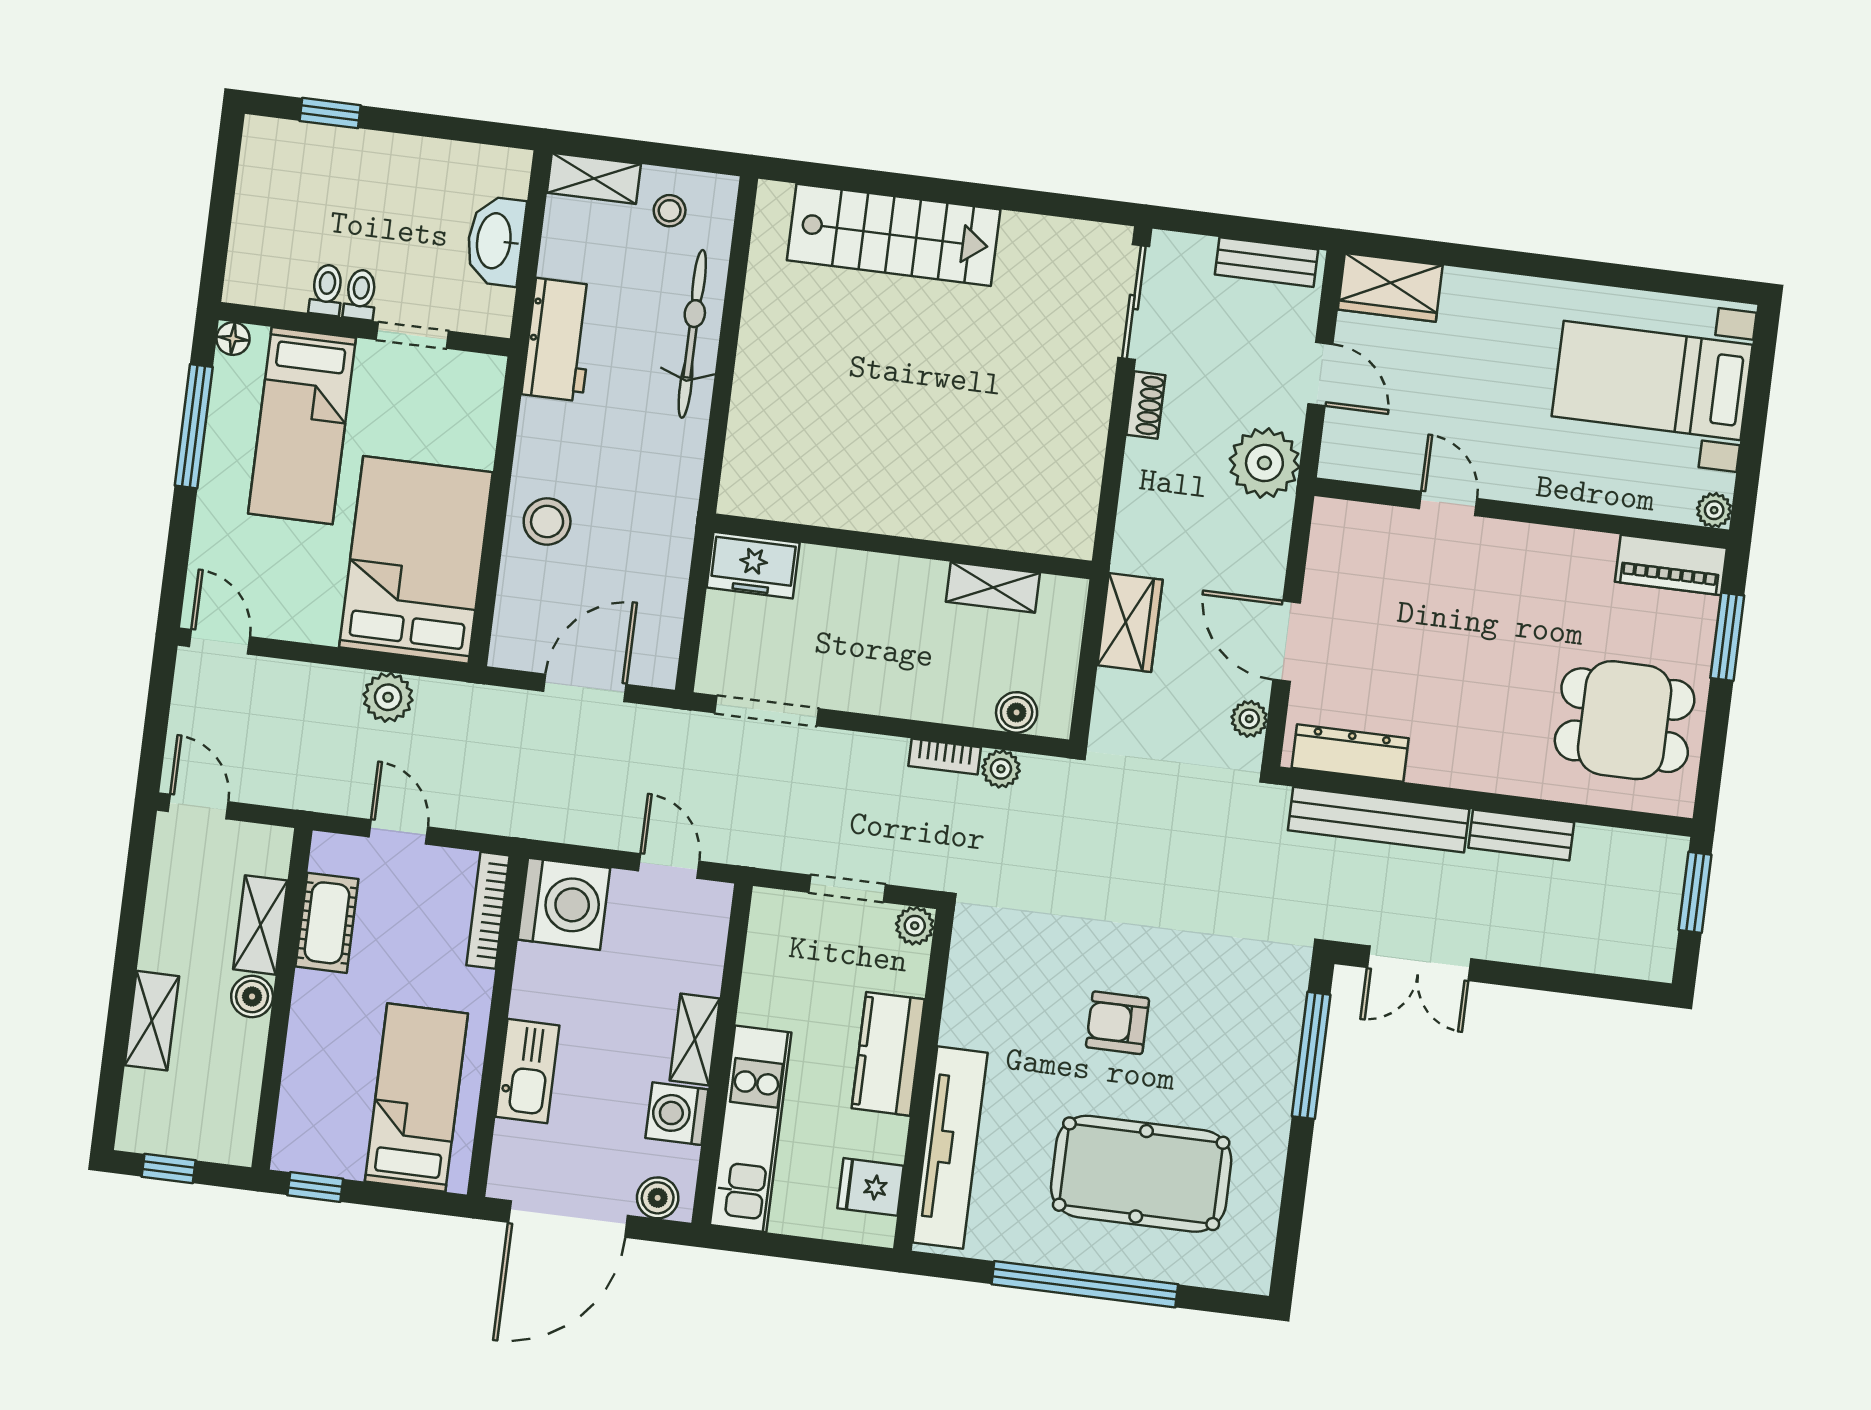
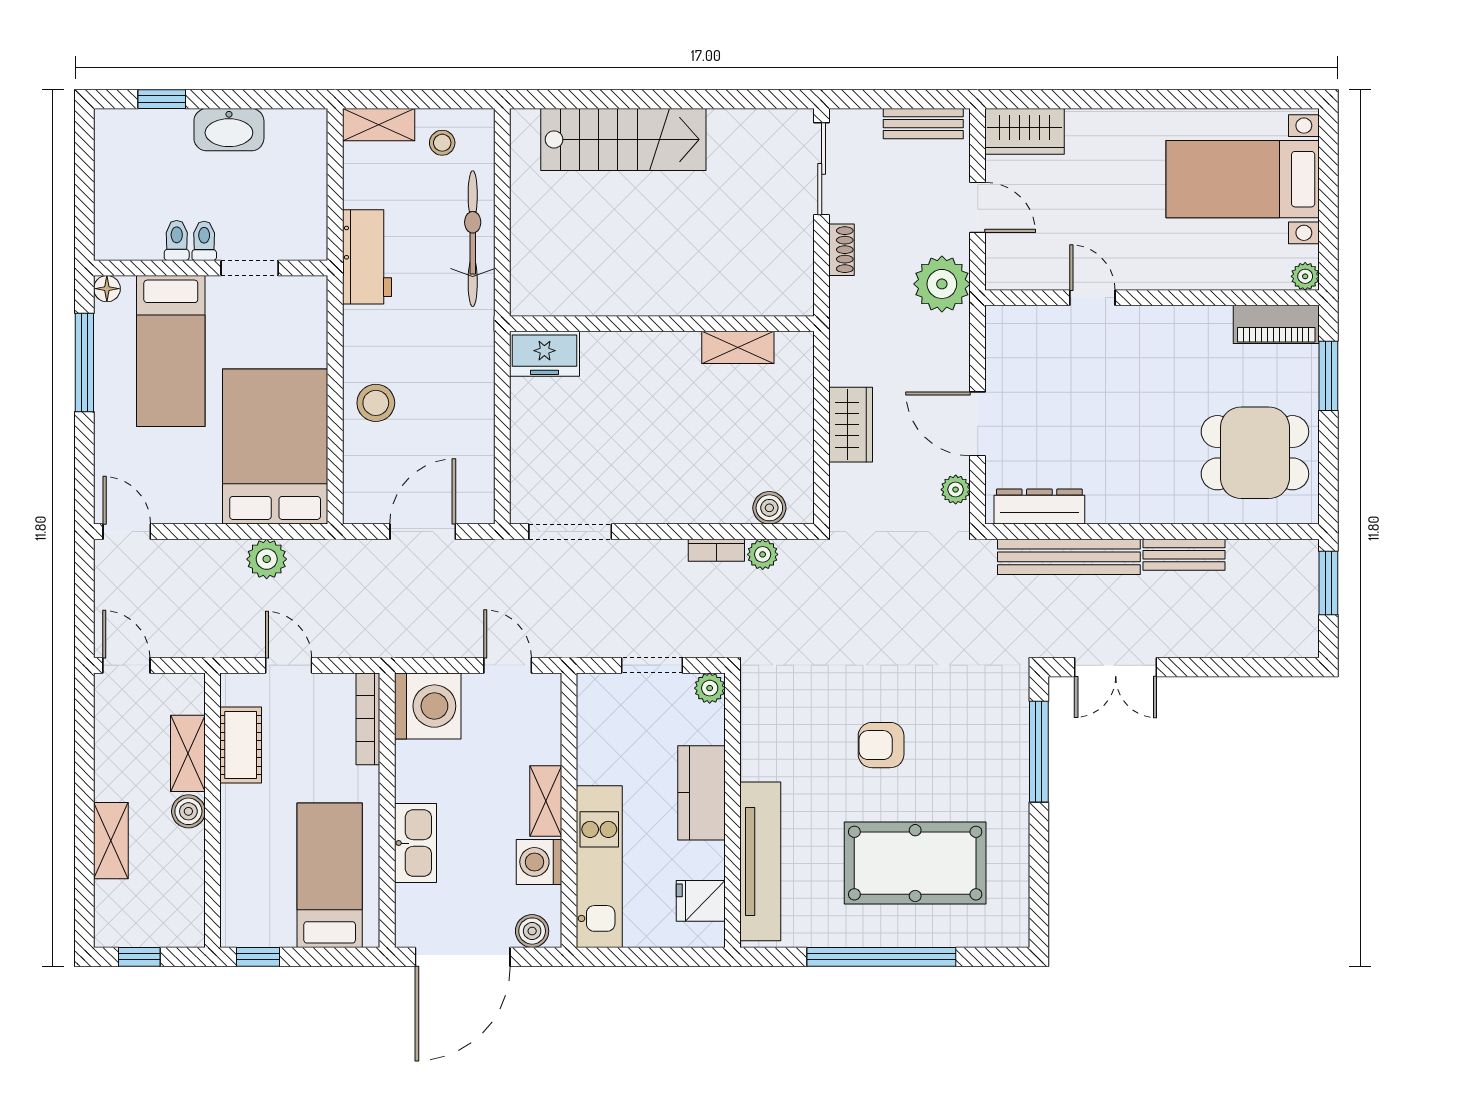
washbasin: (495, 241) -> (229, 130), moved, turned -90
wall: (903, 546) -> (662, 324), moved
freezer: (753, 565) -> (544, 354), moved
shelving: (993, 587) -> (738, 347), moved

